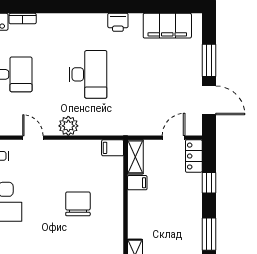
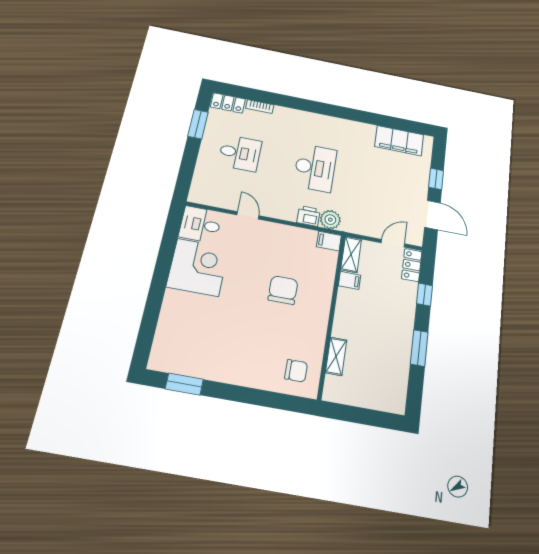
printer: (118, 22) -> (309, 216), moved, turned 180
window: (209, 60) -> (436, 179), width x0.67
plant: (68, 126) -> (330, 220), moved

